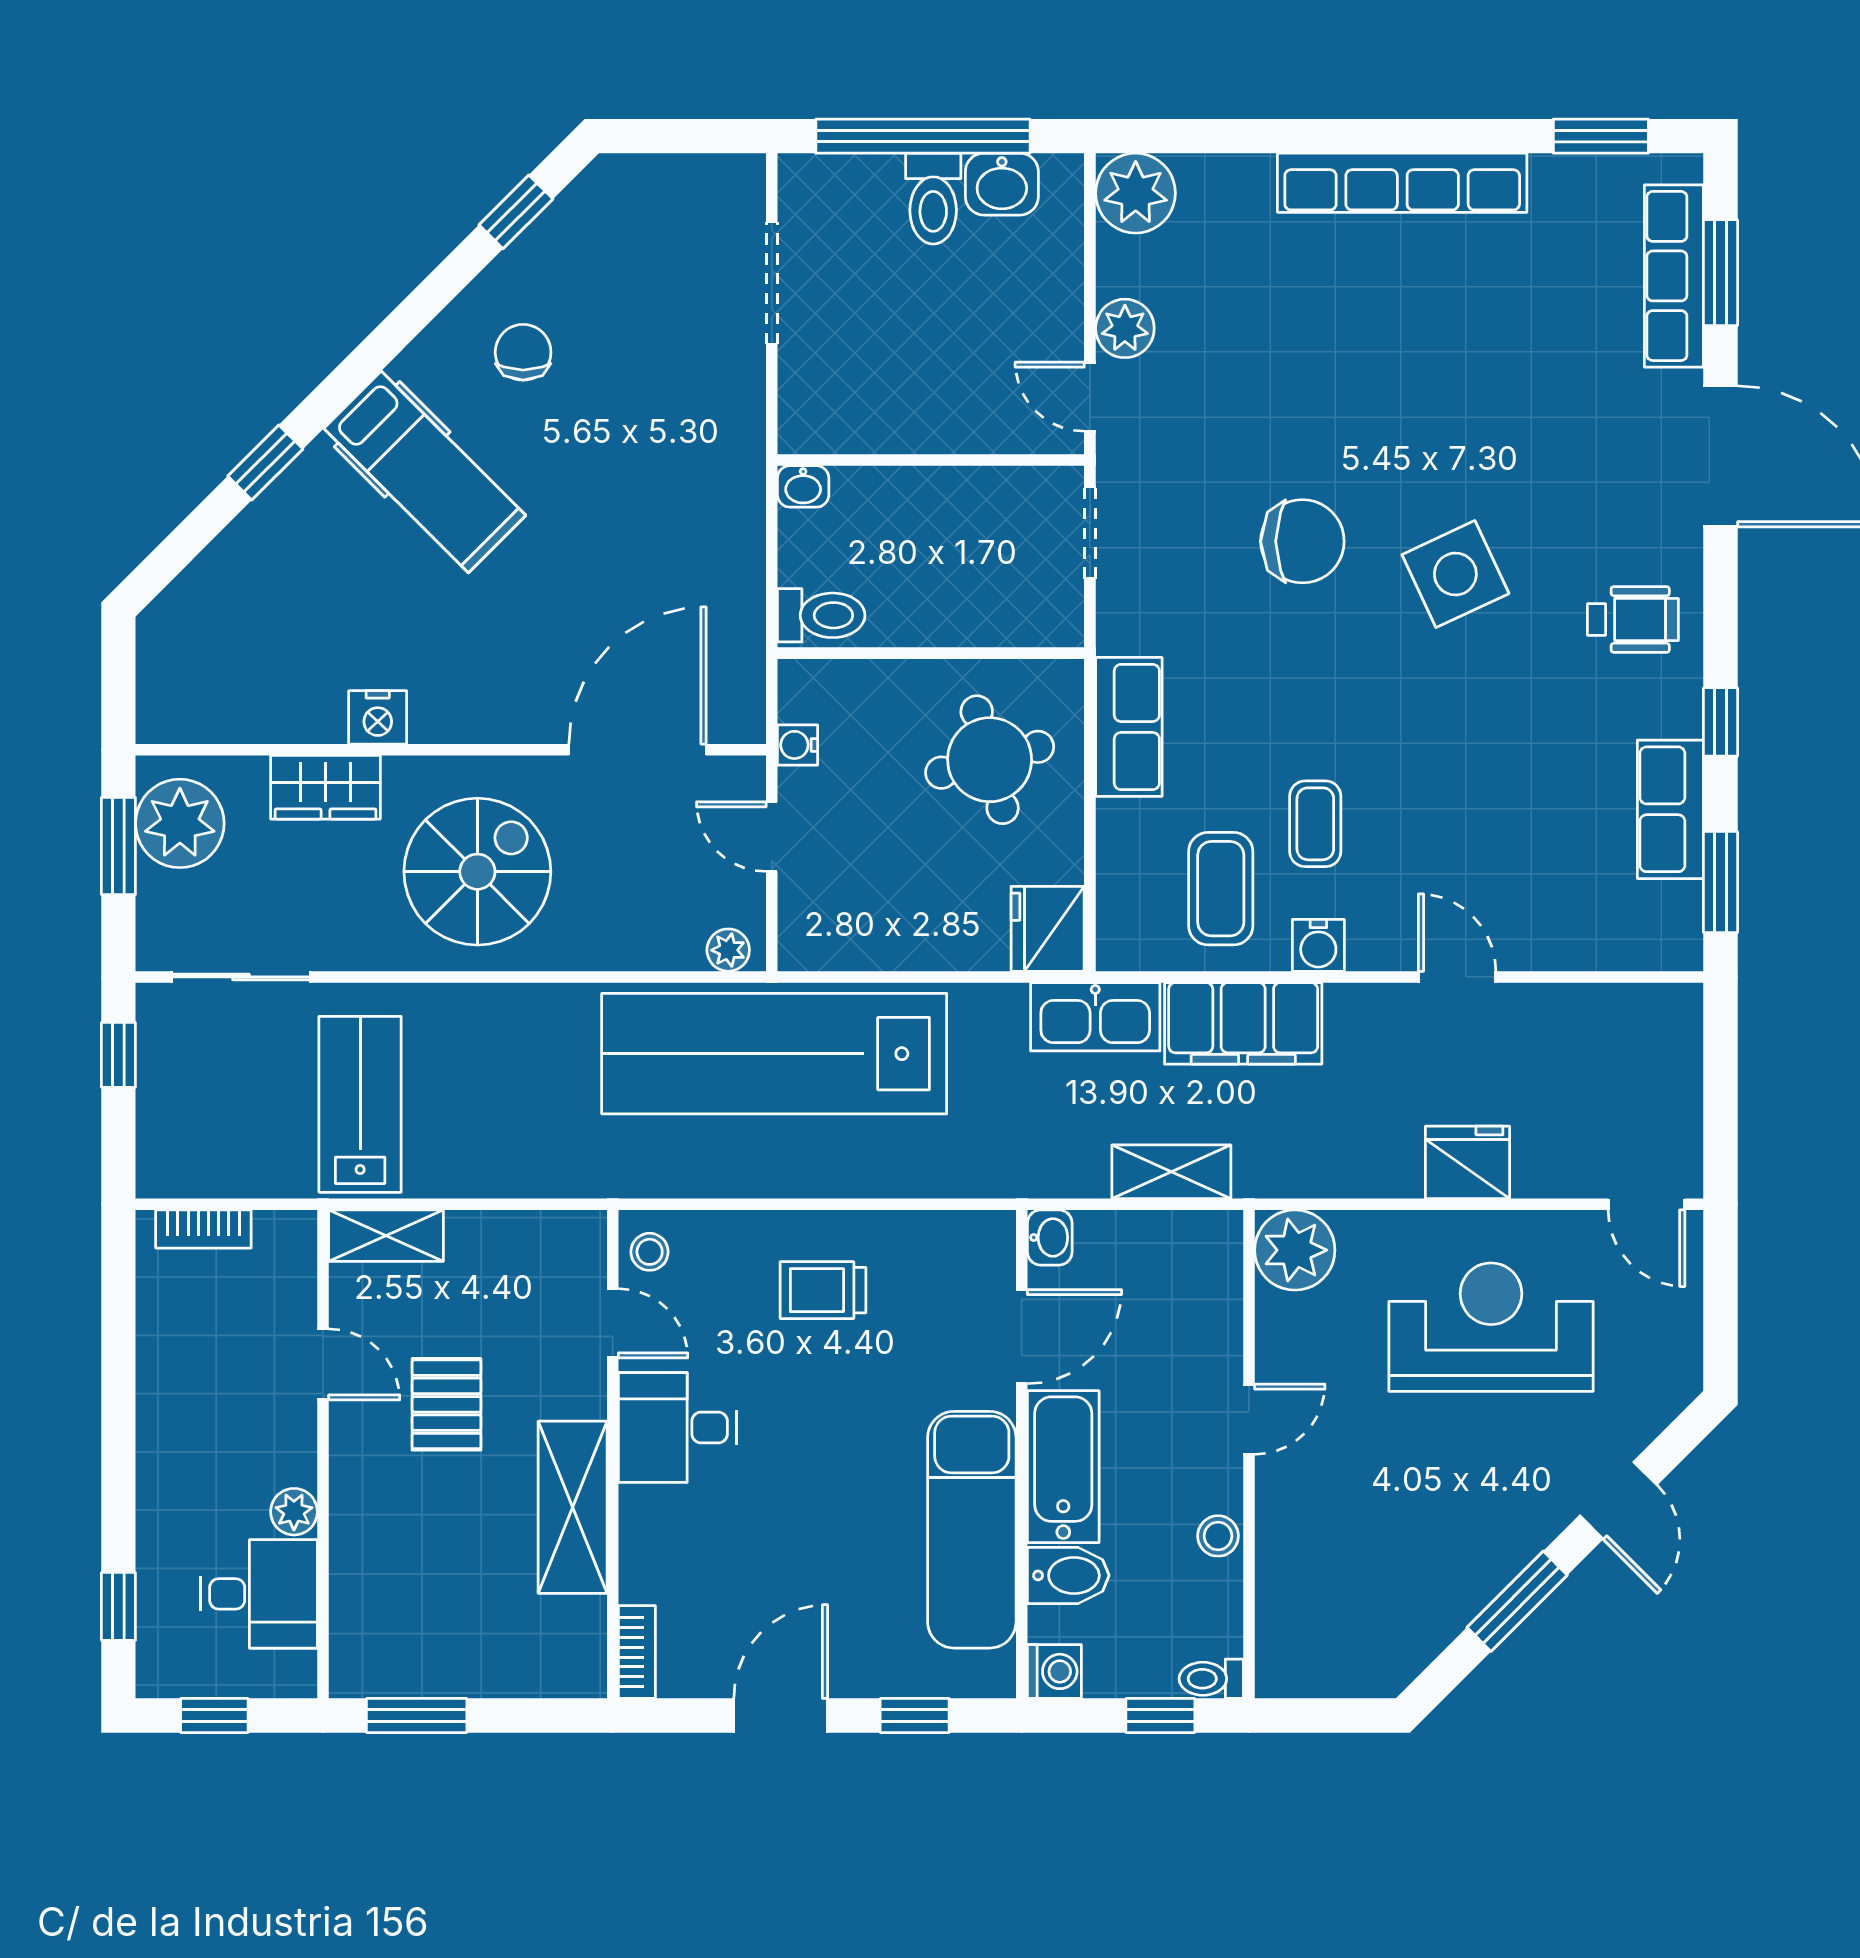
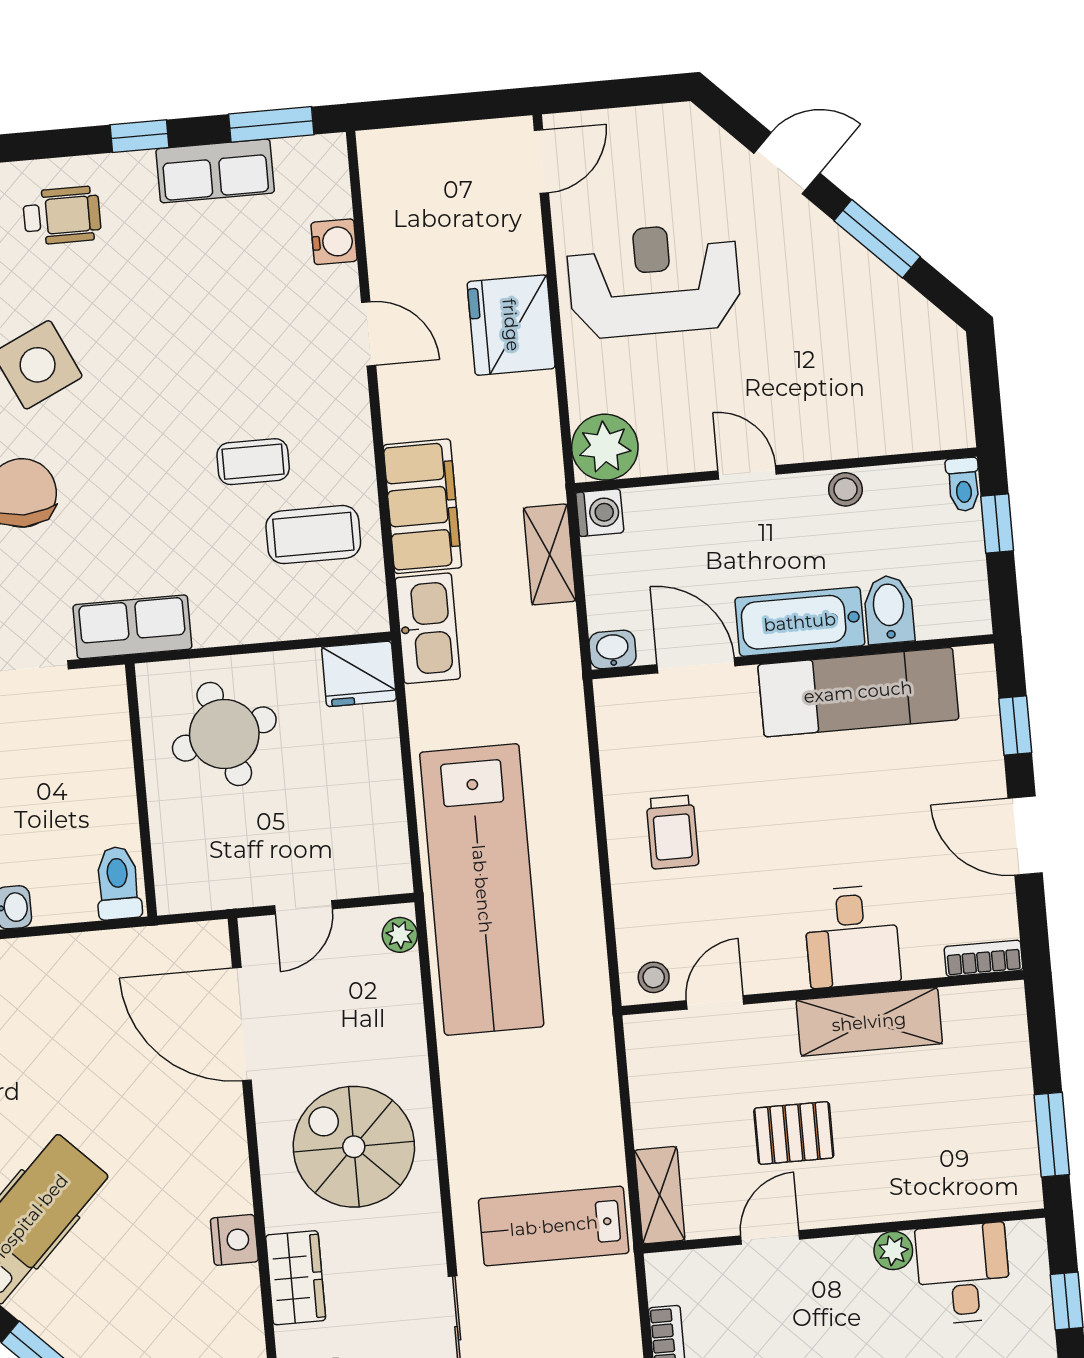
wheelchair: (1633, 620) -> (62, 216), turned 90
row of seats: (1129, 727) -> (132, 627), moved
water cooler: (798, 745) -> (226, 893), removed
water cooler: (1318, 945) -> (334, 242), moved
door: (1457, 977) -> (369, 334), swing flipped
fridge: (1468, 1162) -> (511, 325), width x1.36, depth x1.34
reception desk: (1491, 1327) -> (654, 280), turned 90
desk: (678, 1428) -> (852, 936), moved
washing machine: (1054, 1671) -> (600, 513), moved, turned 90

